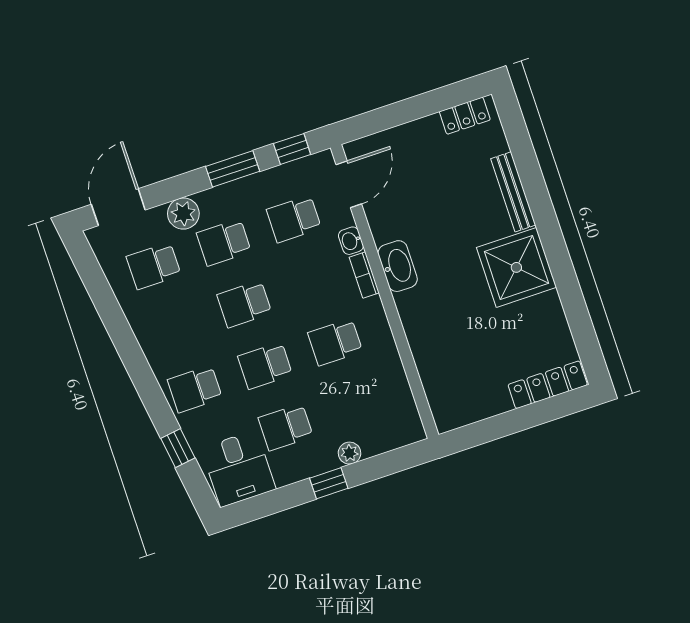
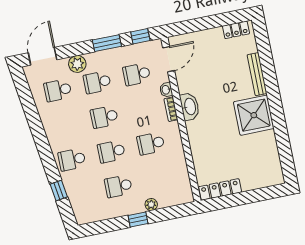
locker: (548, 385) -> (220, 189), moved
desk: (238, 469) -> (90, 205), removed

